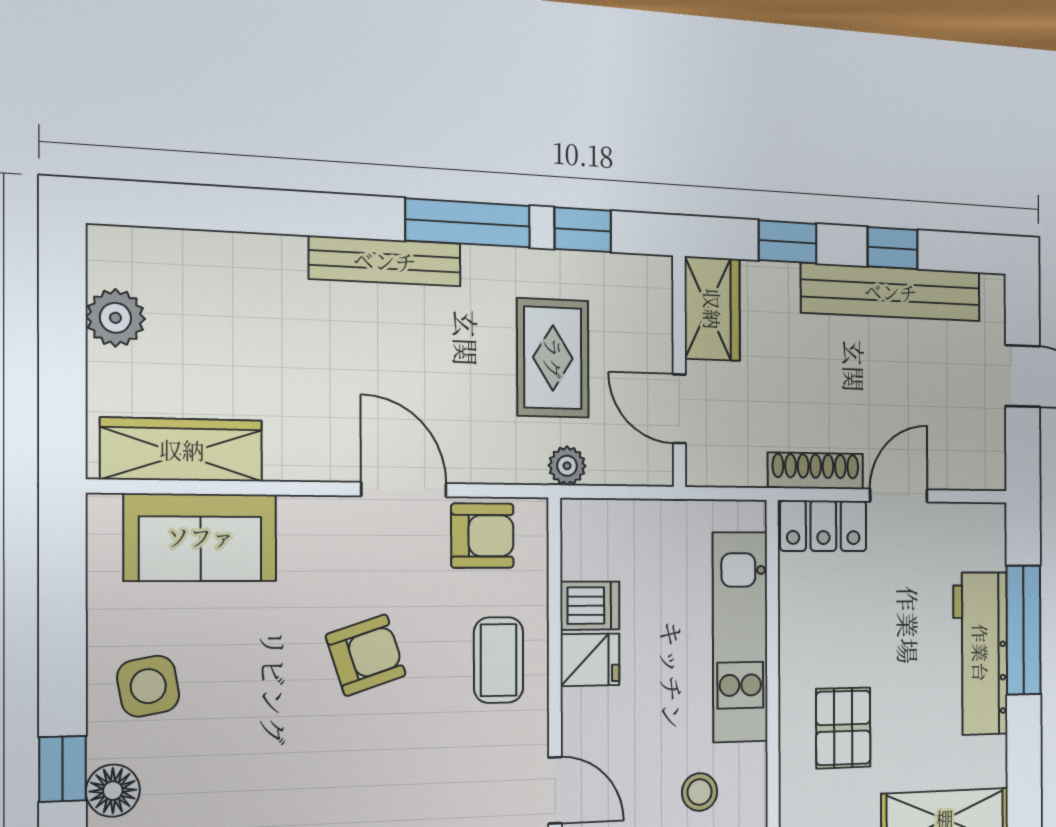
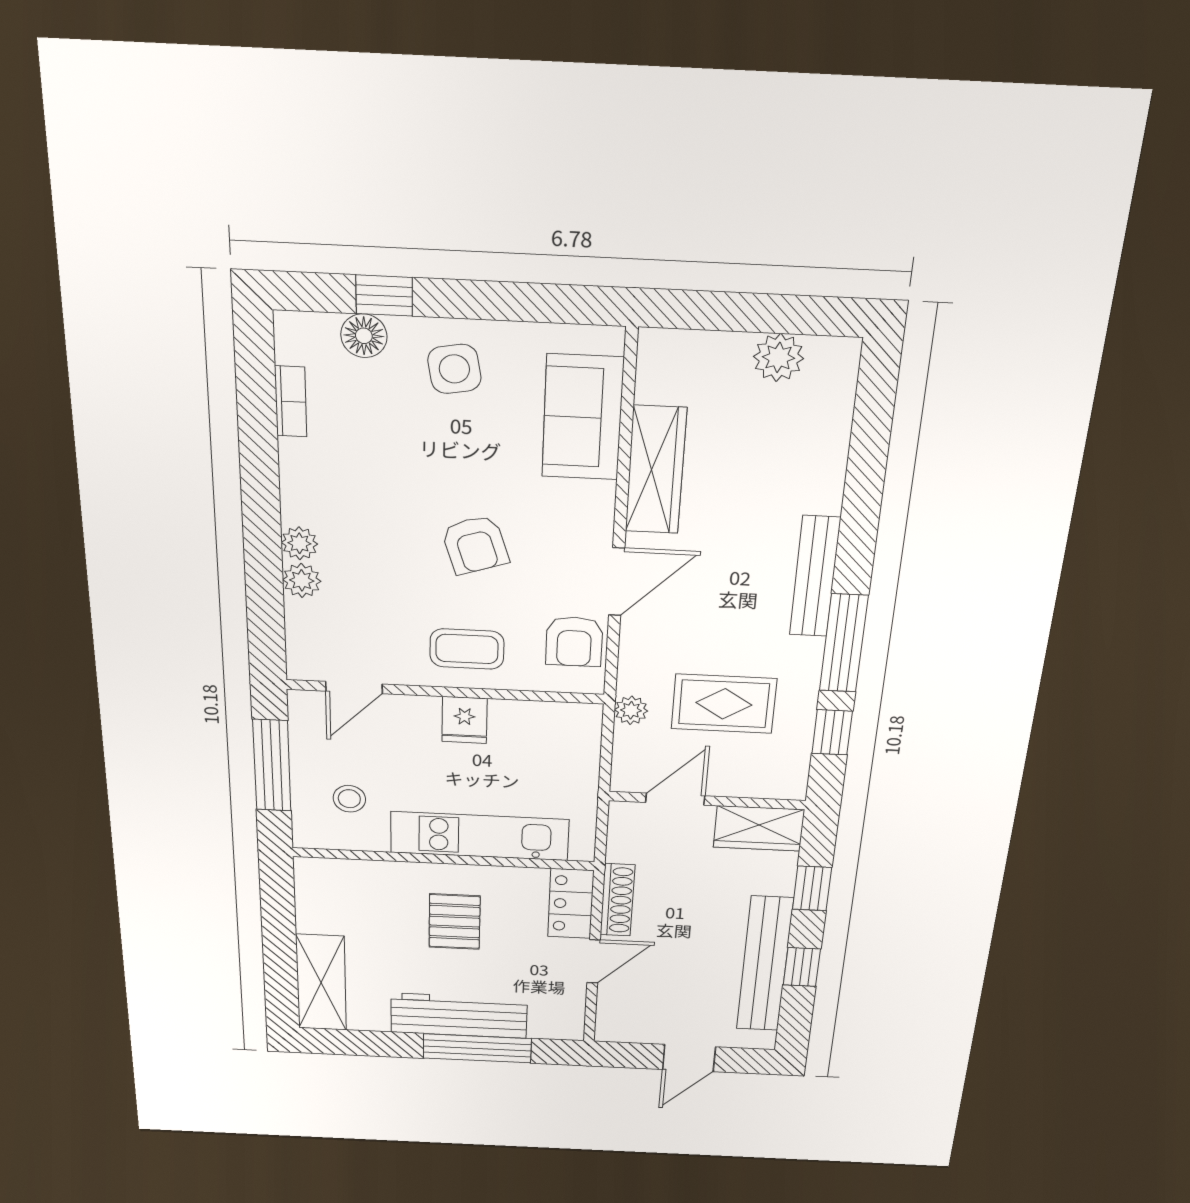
wardrobe: (182, 450) -> (656, 470), moved
door: (899, 496) -> (594, 961), hinge flipped
dishwasher: (590, 606) -> (511, 722), removed
pallet: (843, 728) -> (455, 922), moved, turned 90

